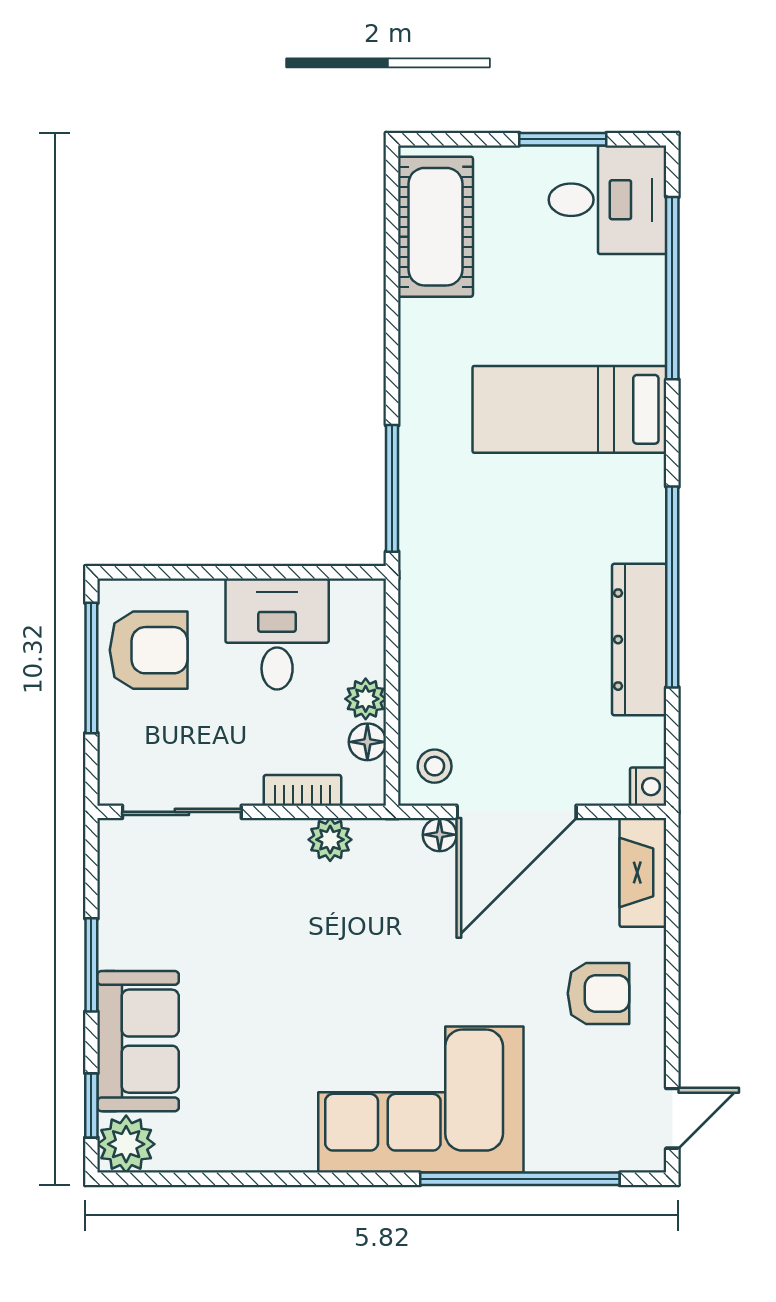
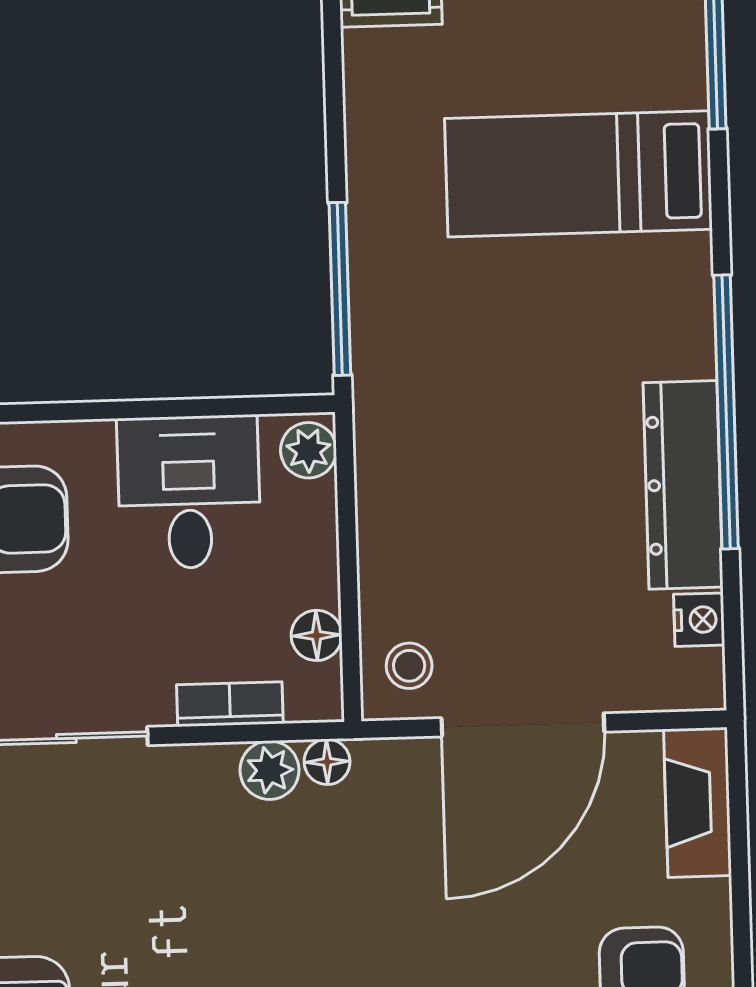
plant: (366, 699) -> (308, 450), moved
nightstand: (648, 787) -> (699, 620), moved
floor lamp: (440, 835) -> (327, 762), moved

